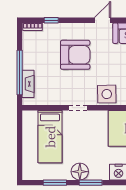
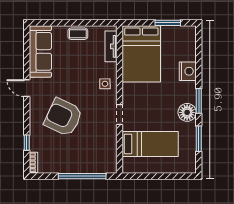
armchair: (75, 55) -> (63, 117), turned -65
fireplace: (28, 84) -> (94, 167), removed
side table: (107, 94) -> (105, 84), width x0.54, depth x0.54

